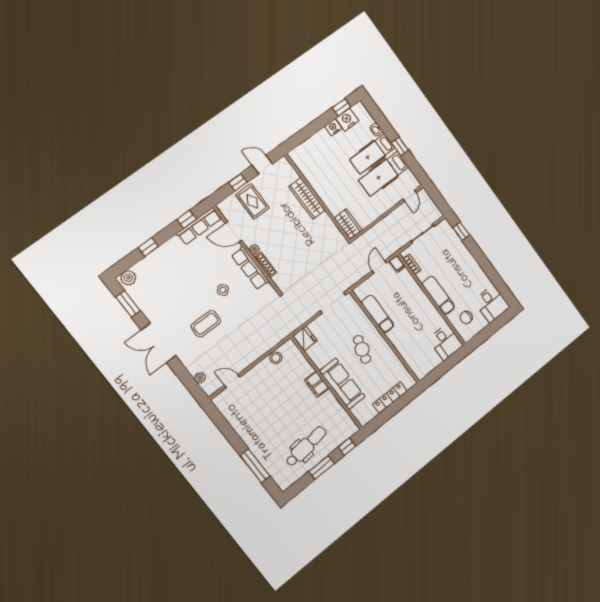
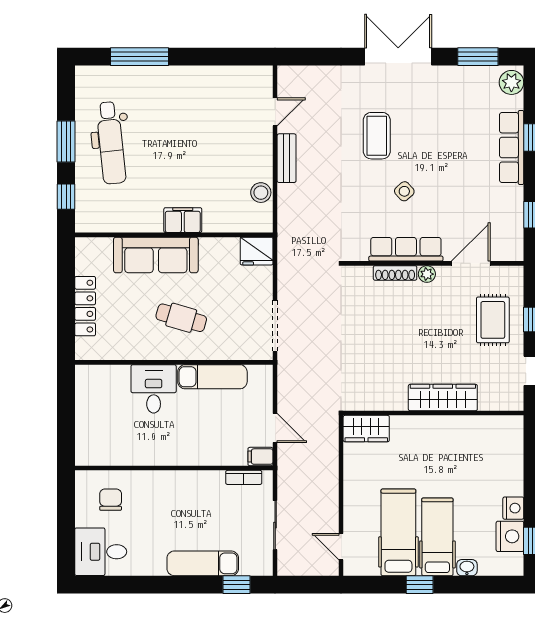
rug: (252, 201) -> (493, 320), turned 90
row of seats: (199, 226) -> (512, 147), moved
exam couch: (439, 295) -> (203, 563), moved, turned 180
desk: (446, 342) -> (154, 389), moved, turned 90
bench: (250, 358) -> (287, 158), added
plant: (200, 378) -> (312, 74), removed

